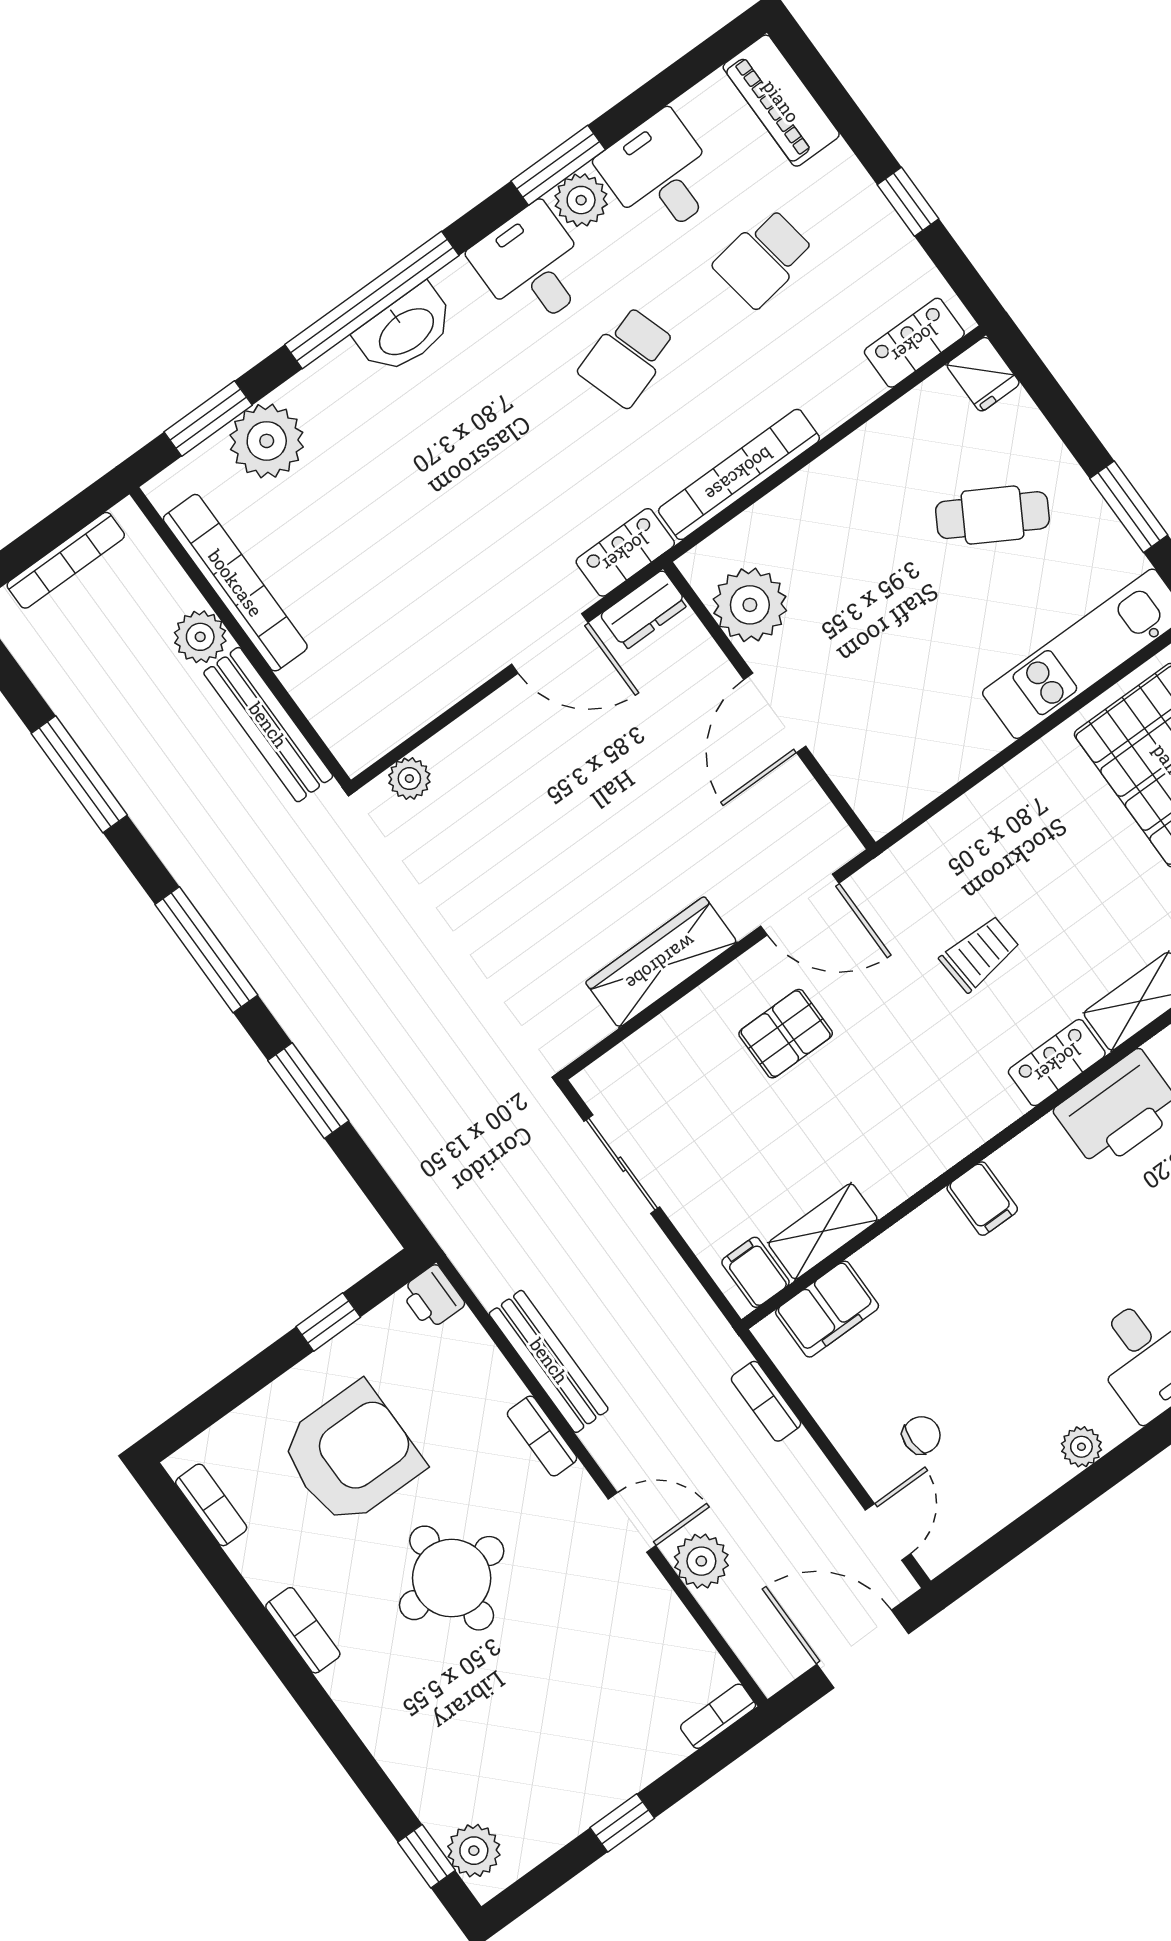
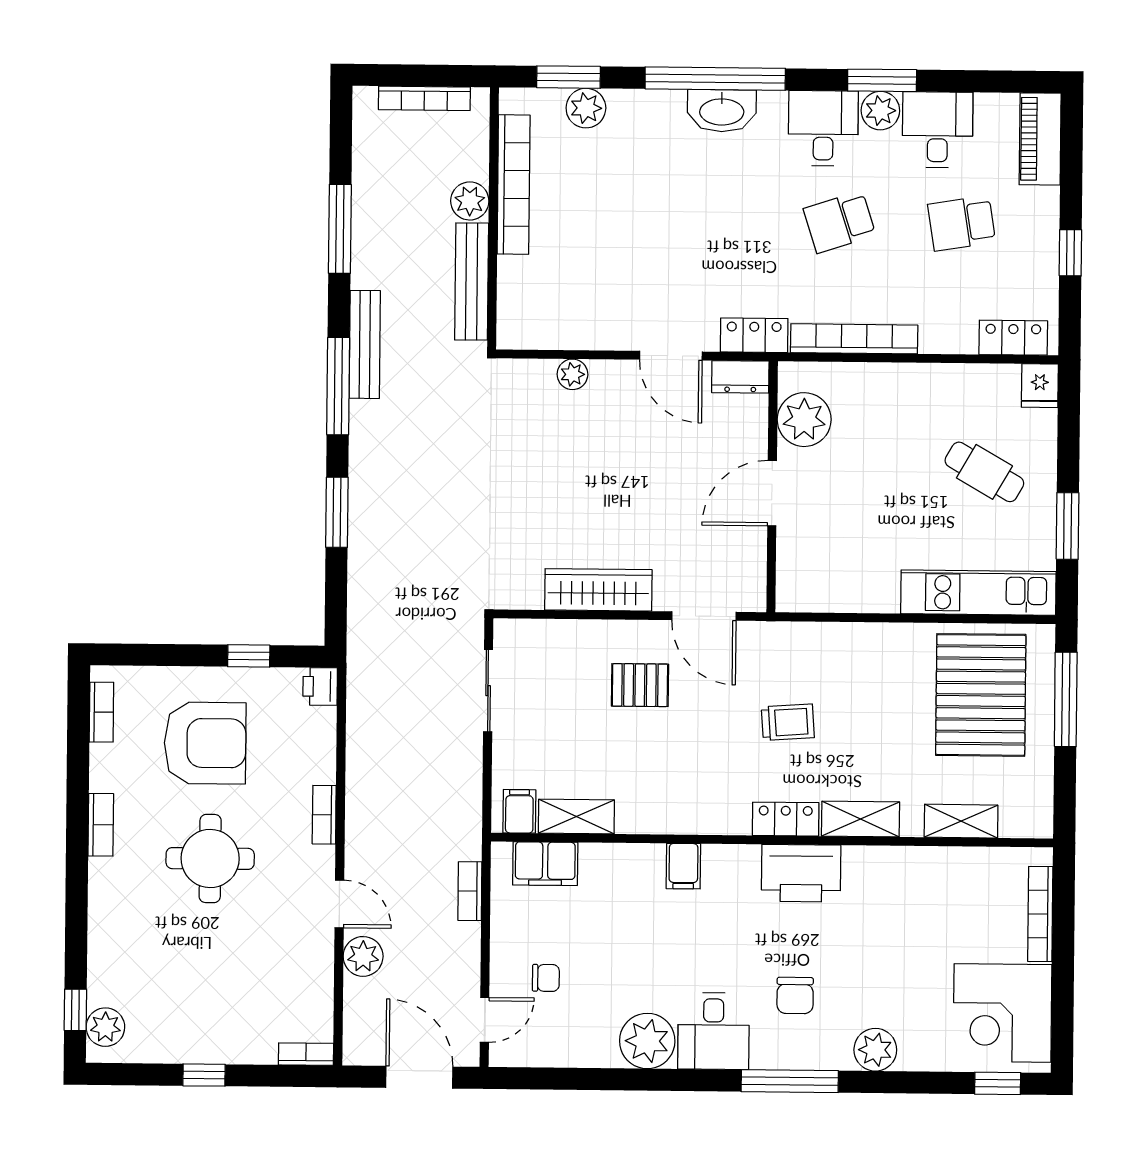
plant: (267, 441) -> (586, 108), width x0.73, depth x0.73
plant: (409, 779) -> (572, 374), moved
bench: (549, 1361) -> (365, 344), moved
plant: (1081, 1447) -> (647, 1041), width x1.88, depth x1.88

